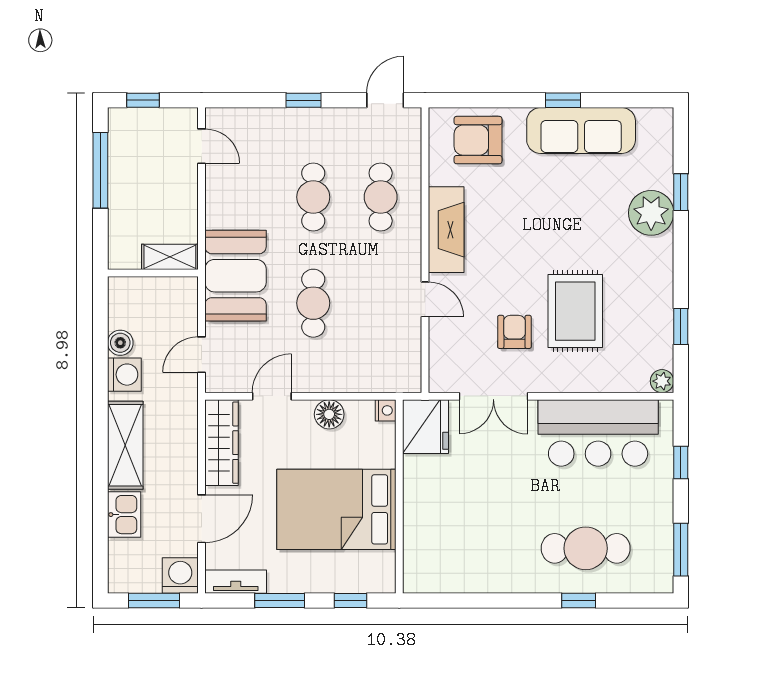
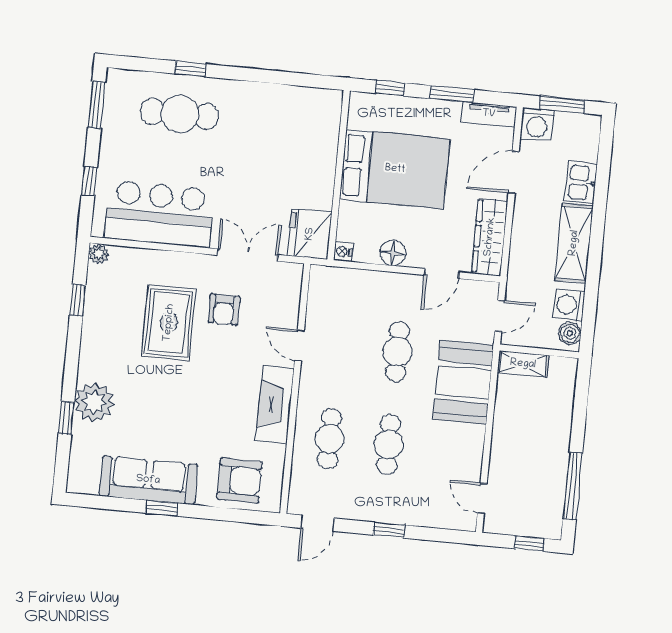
shelving: (170, 257) -> (523, 364), moved
wall: (153, 273) -> (539, 351), moved

